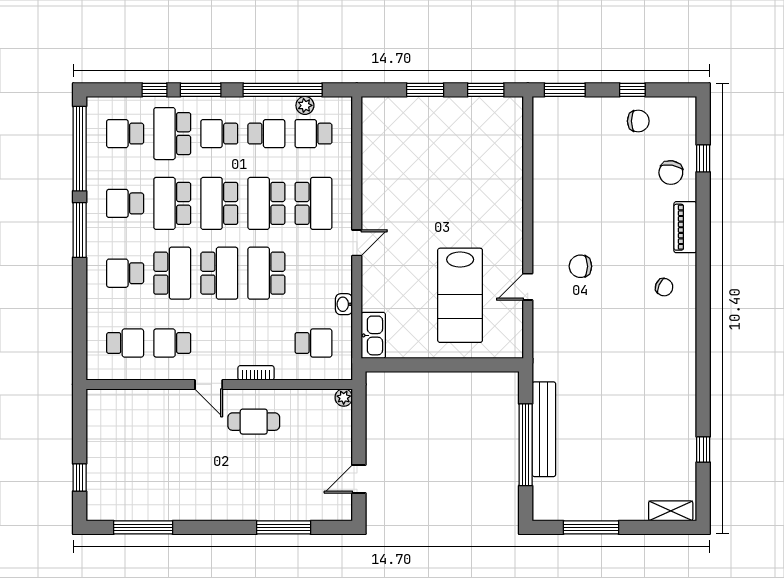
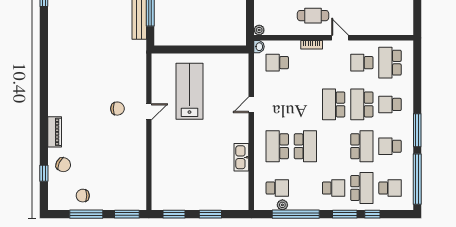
window: (632, 90) -> (86, 214), width x2.17
school desk: (266, 134) -> (305, 188), removed
chair: (671, 173) -> (63, 165), turned 107
school desk: (125, 203) -> (390, 146), turned 180
school desk: (219, 203) -> (334, 146), removed
door: (357, 243) -> (251, 105), moved
school desk: (125, 273) -> (390, 104), turned 180
school desk: (266, 273) -> (305, 104), removed
door: (528, 287) -> (149, 112), moved
chair: (664, 287) -> (67, 96), removed
washbasin: (344, 304) -> (259, 47), moved
kitchen sink: (373, 335) -> (241, 157), moved
school desk: (125, 343) -> (390, 63), width x1.85
school desk: (172, 343) -> (362, 63), turned 180

